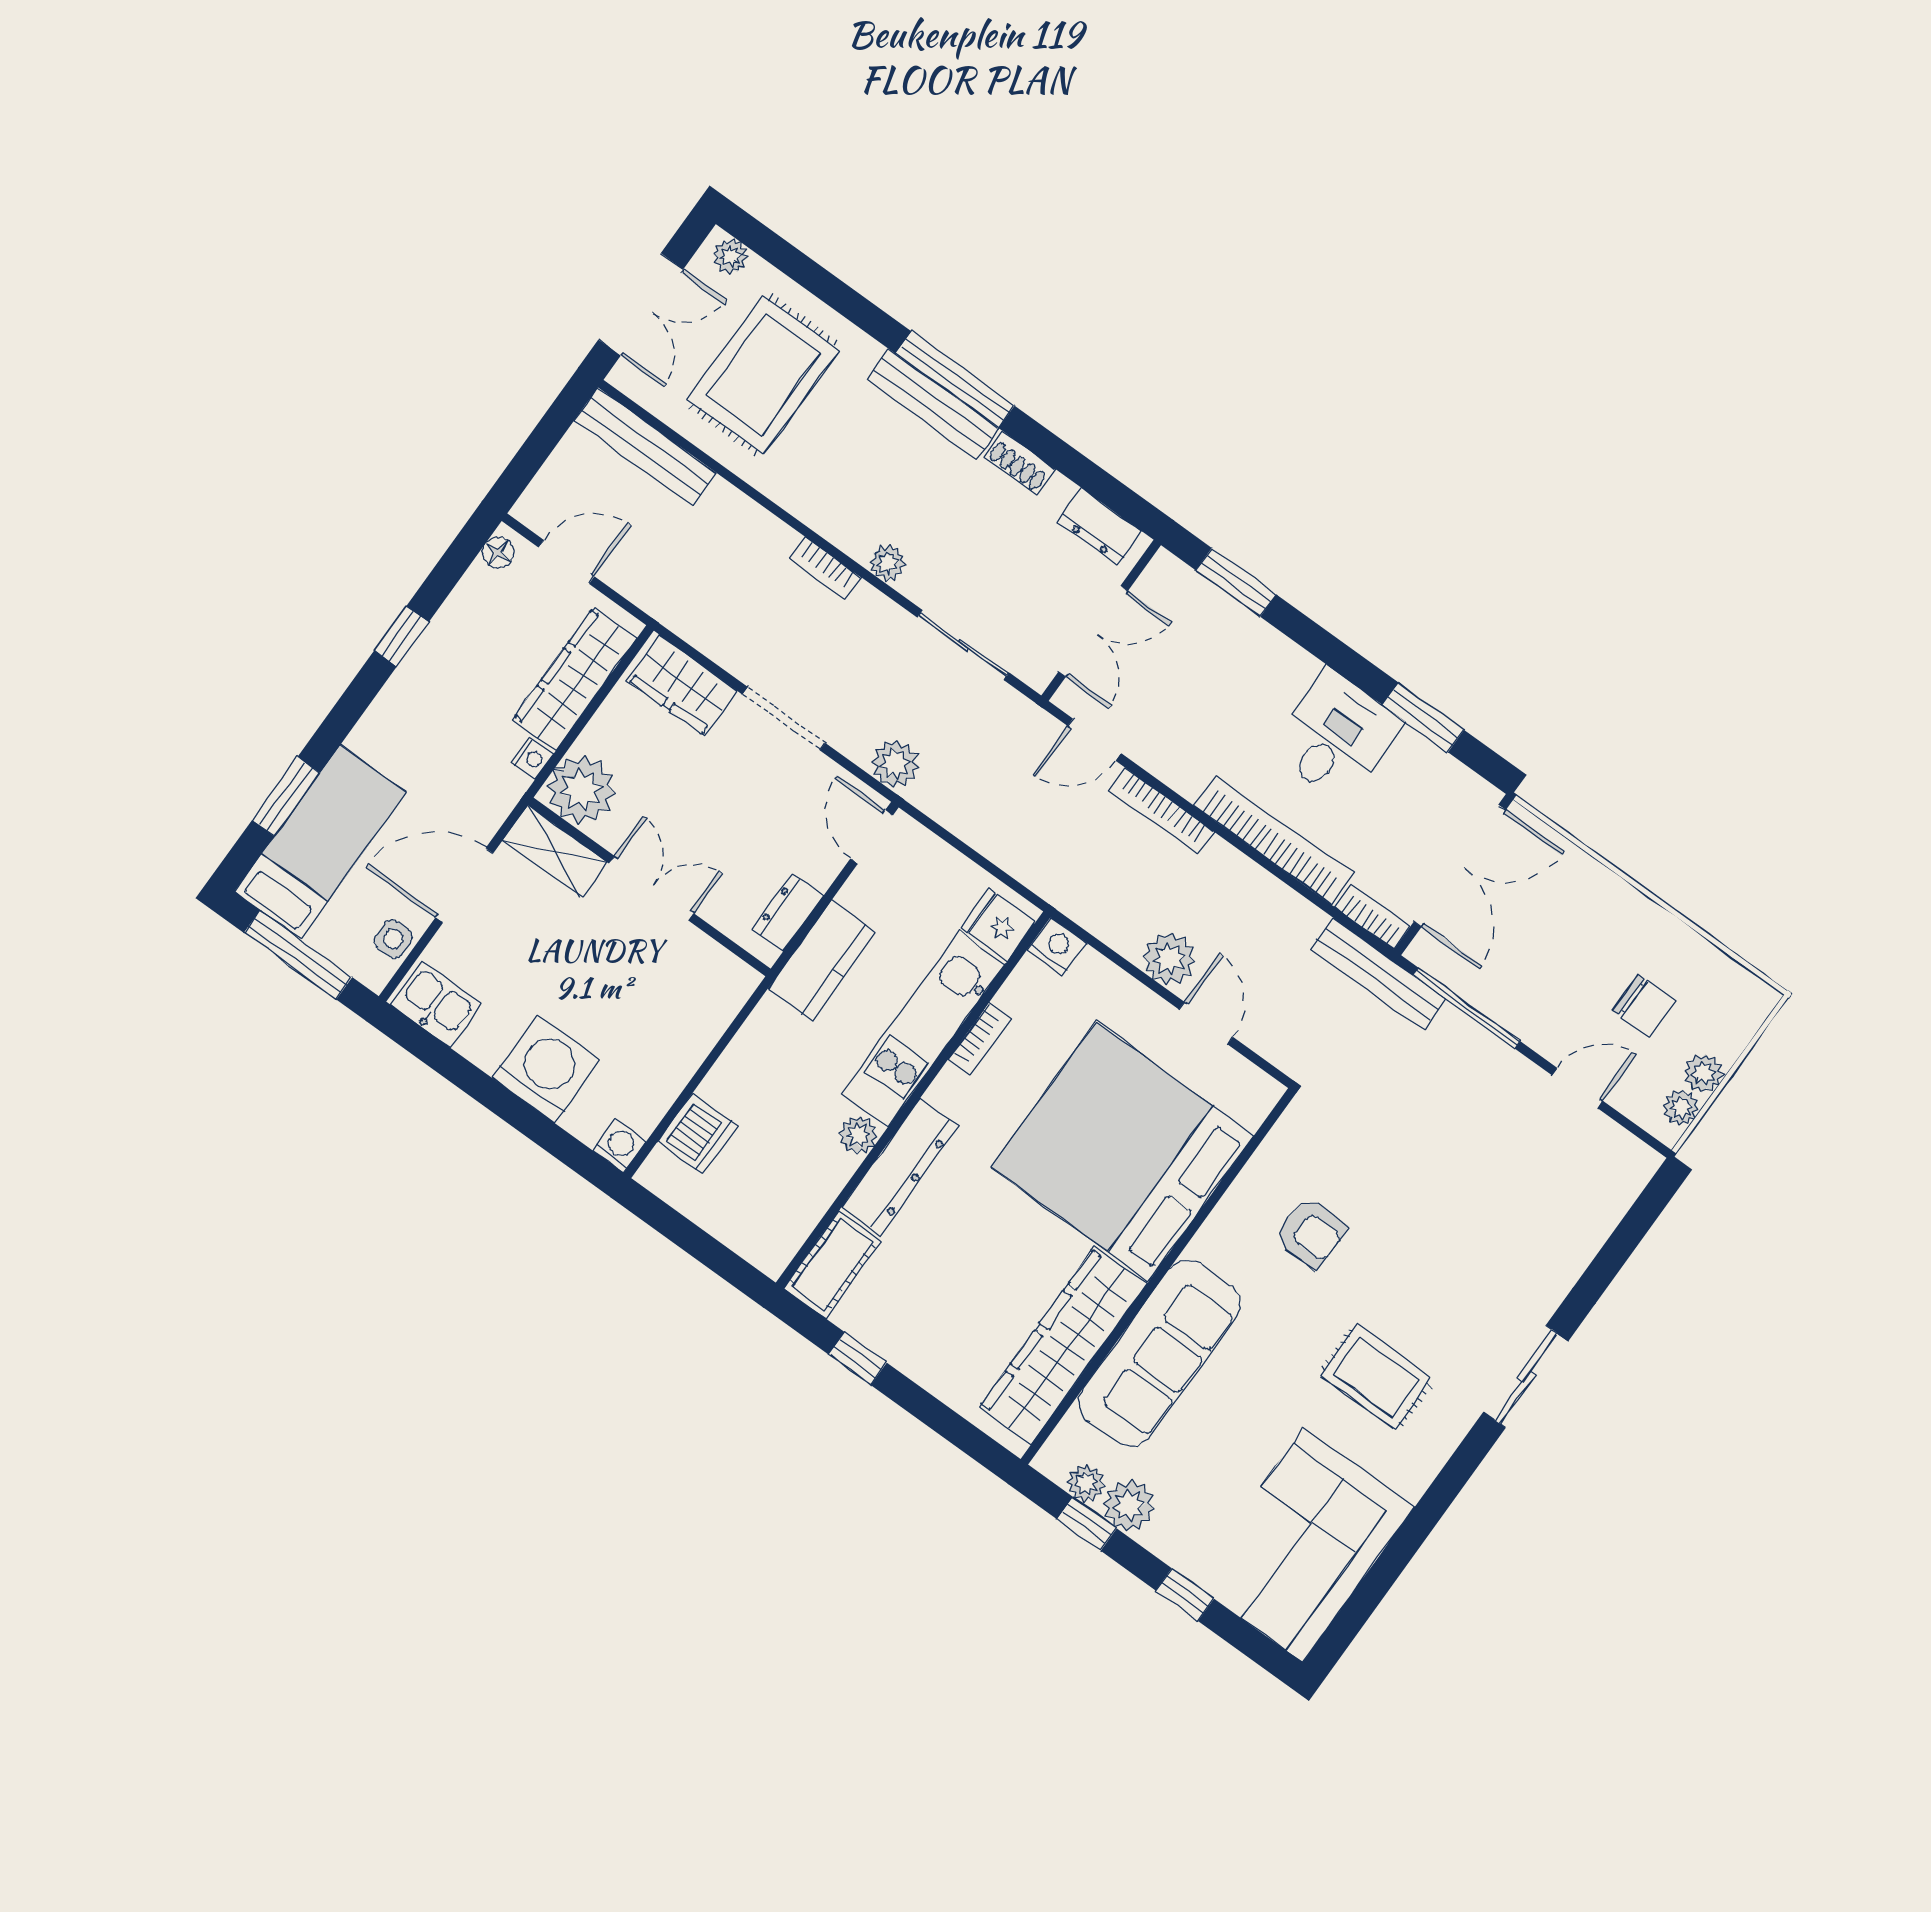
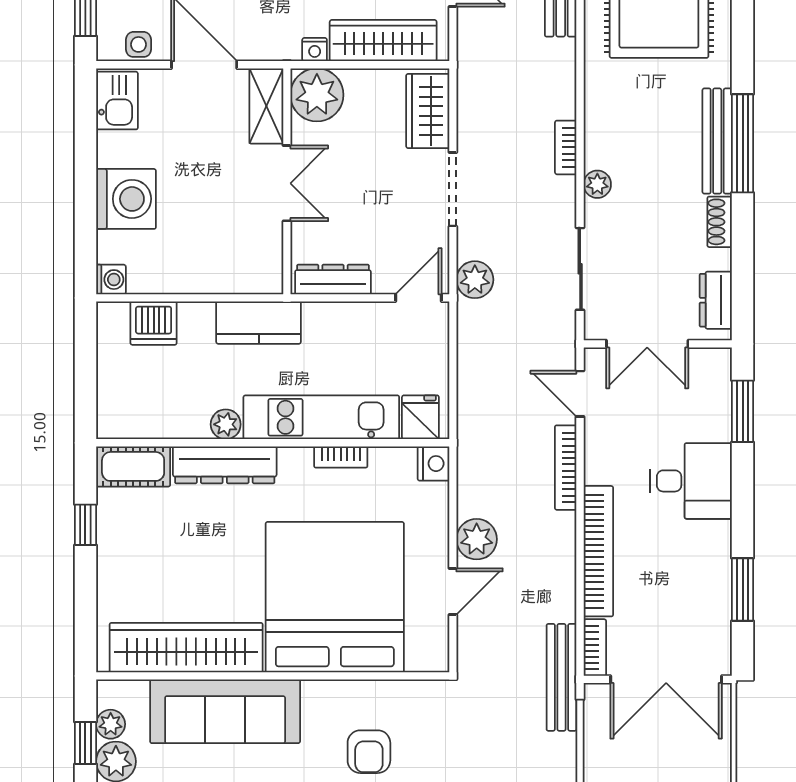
desk: (1336, 736) -> (691, 481), moved
dresser: (788, 913) -> (333, 280), width x1.44
kitchen counter: (822, 961) -> (259, 323), moved

